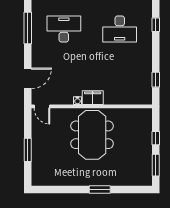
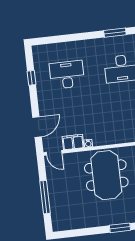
window: (28, 28) -> (31, 78), width x0.46
filing cabinet: (93, 98) -> (73, 142), moved
window: (28, 150) -> (45, 197), width x1.44

